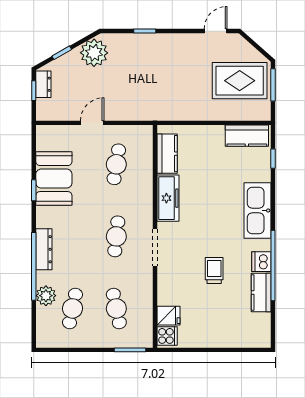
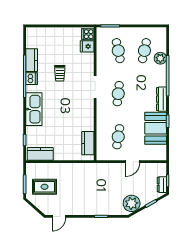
rug: (240, 81) -> (45, 187), width x0.73, depth x0.70
freezer: (168, 198) -> (87, 117), removed
dresser: (44, 249) -> (162, 99), moved

